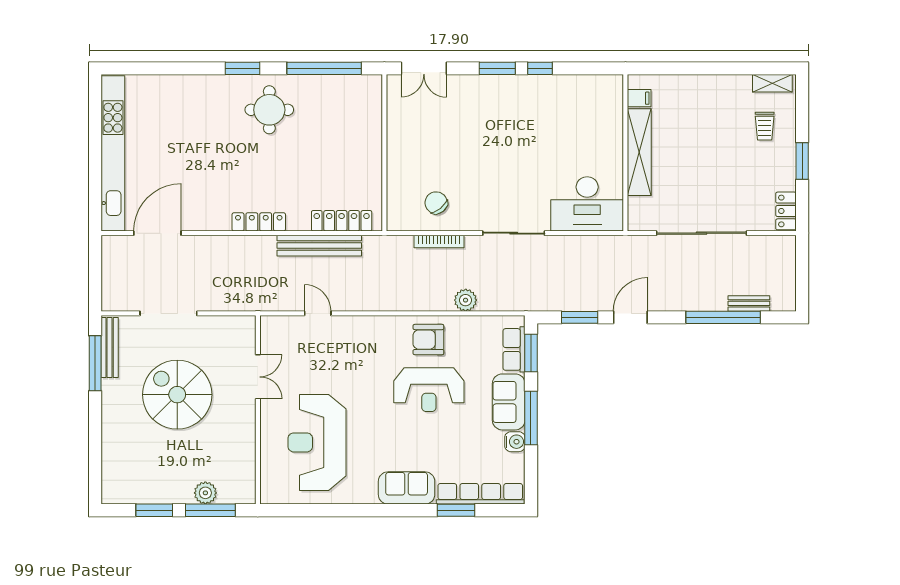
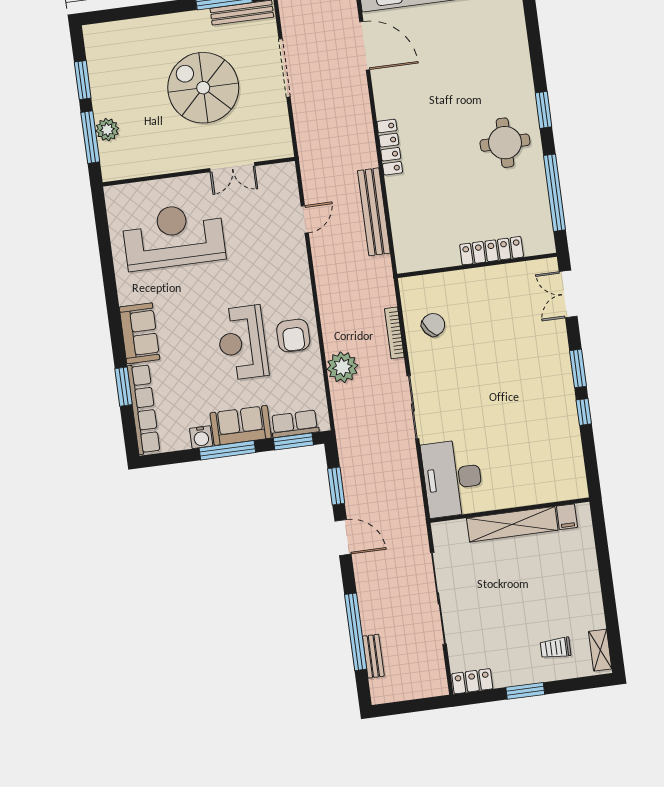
locker: (342, 221) -> (492, 251), moved, turned -90
plant: (466, 300) -> (342, 367), width x1.36, depth x1.36
armchair: (428, 340) -> (293, 335), turned 180
spiral stairs: (177, 395) -> (203, 88), turned -90

